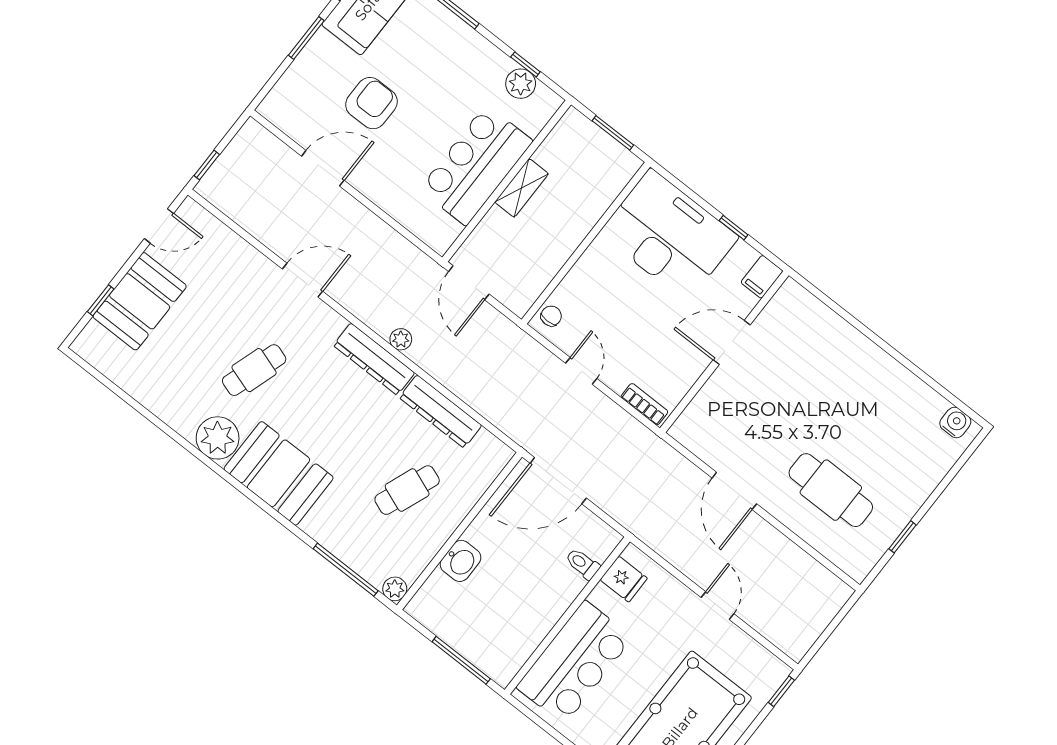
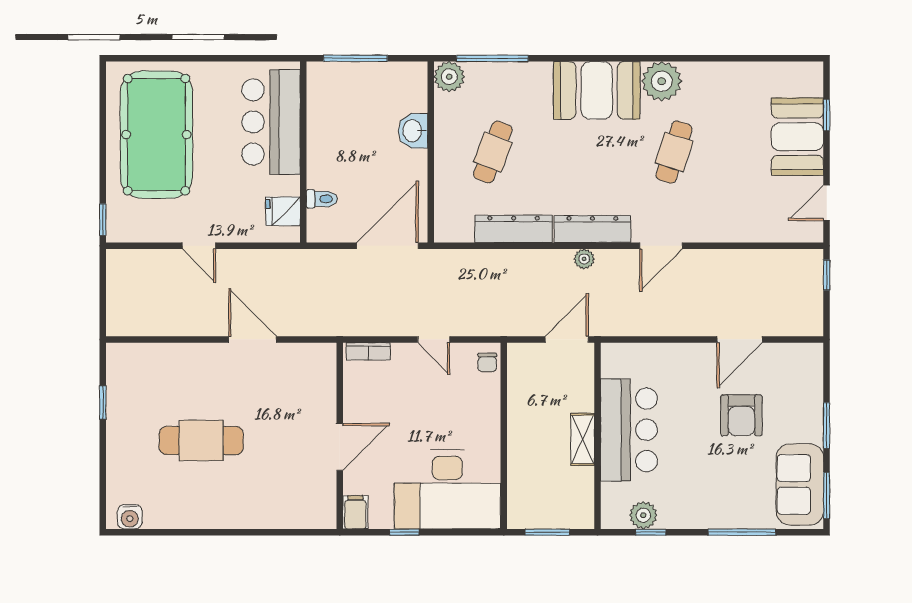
door: (303, 280) -> (661, 246), moved
door: (469, 283) -> (567, 339), hinge flipped
cafe table: (831, 490) -> (201, 440), moved
plant: (395, 589) -> (449, 77), width x1.38, depth x1.38

